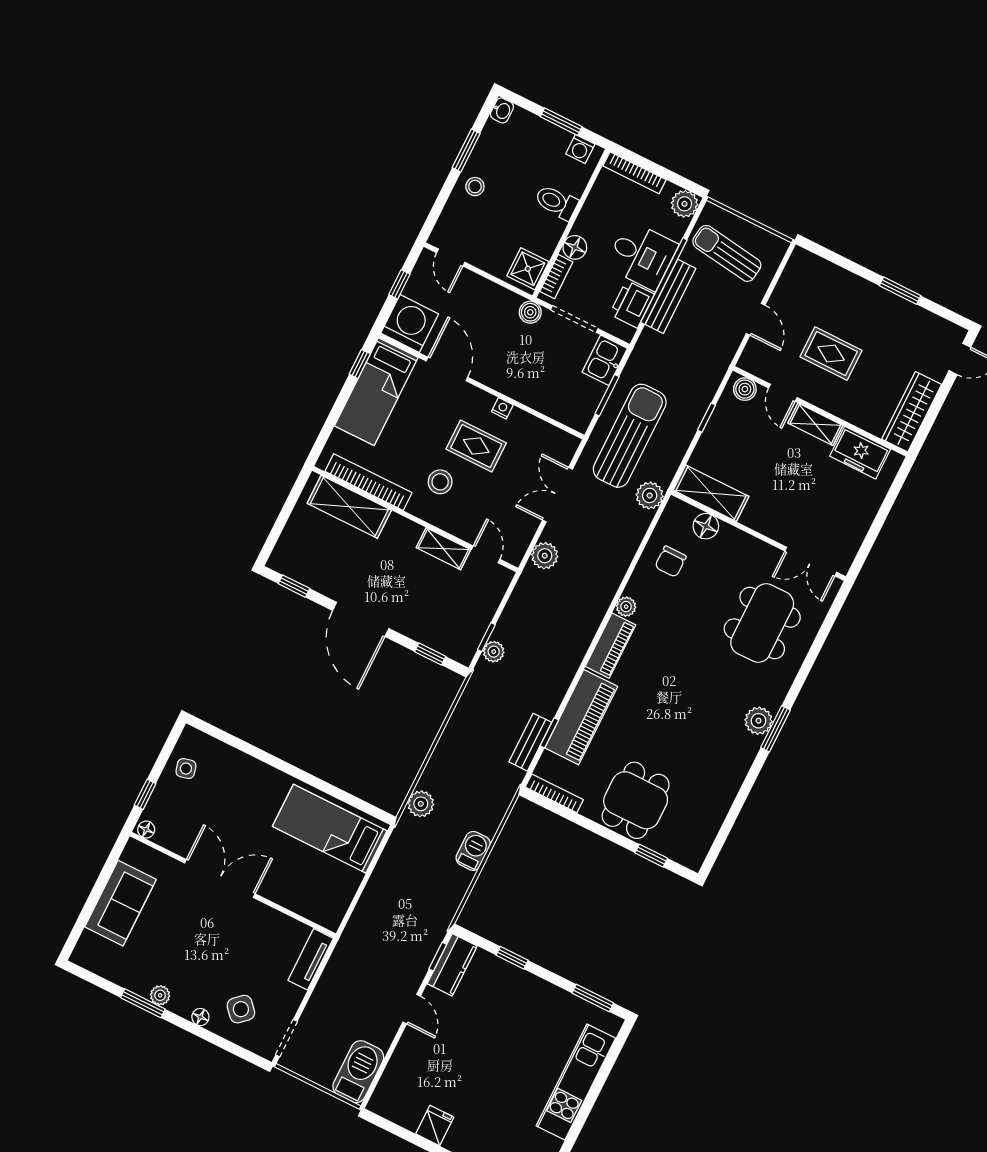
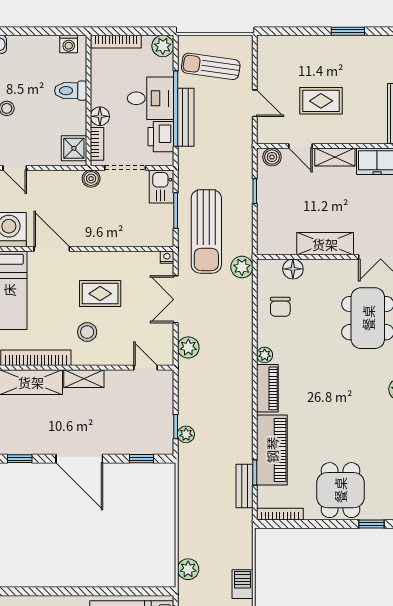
window: (561, 122) -> (45, 31), removed
nightstand: (502, 408) -> (167, 257), moved
sun lounger: (630, 436) -> (206, 231), turned 180
shelving: (711, 493) -> (325, 244), moved
shelving: (443, 549) -> (84, 379), moved

